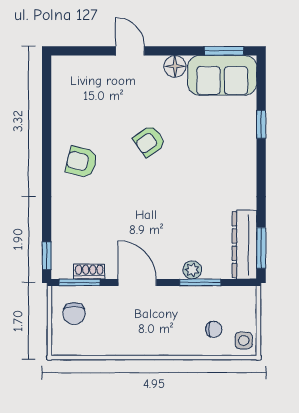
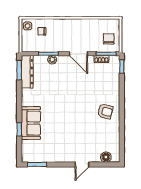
door: (130, 51) -> (82, 164), hinge flipped
floor lamp: (175, 66) -> (106, 157), moved
sofa: (222, 75) -> (31, 123), moved, turned 90
armchair: (149, 141) -> (73, 121), removed

